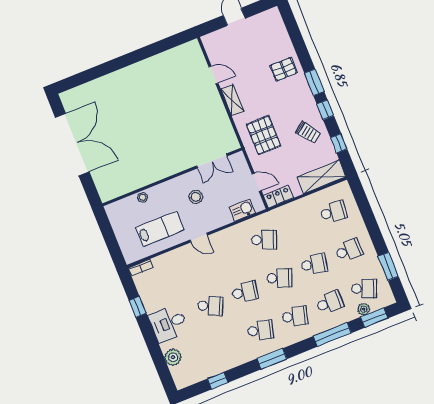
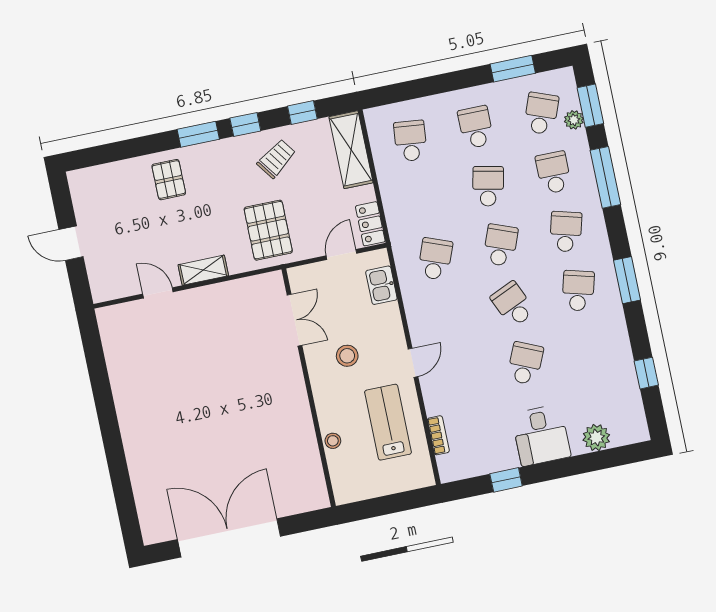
door: (213, 75) -> (158, 293), hinge flipped
pallet: (264, 135) -> (268, 230), turned 90
bookcase: (141, 268) -> (438, 435), moved
school desk: (245, 292) -> (513, 304), turned -33

